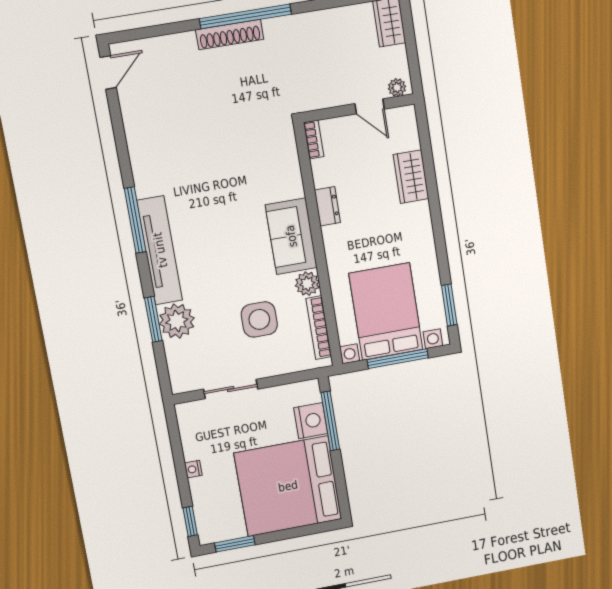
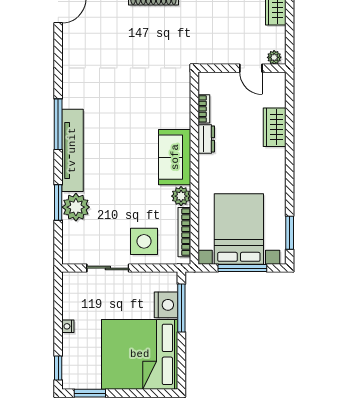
bookcase: (314, 140) -> (204, 109), moved
side table: (259, 319) -> (144, 241), moved

